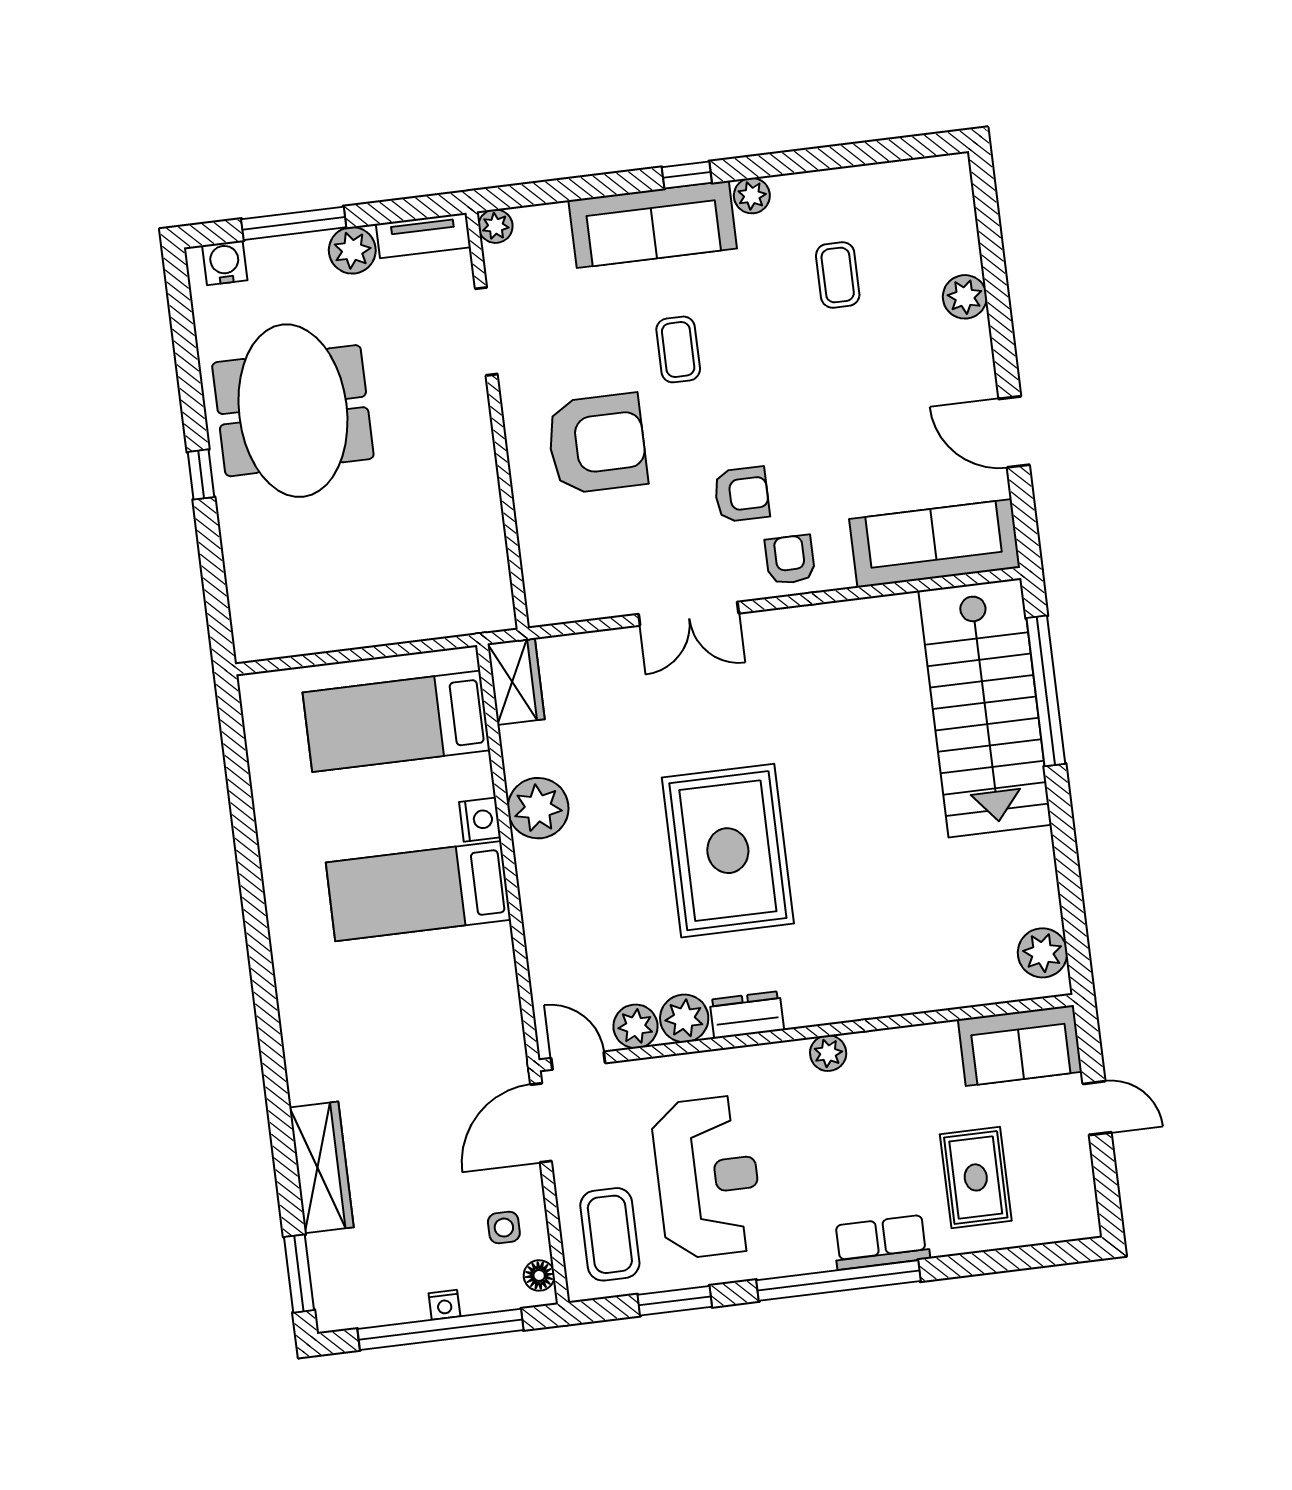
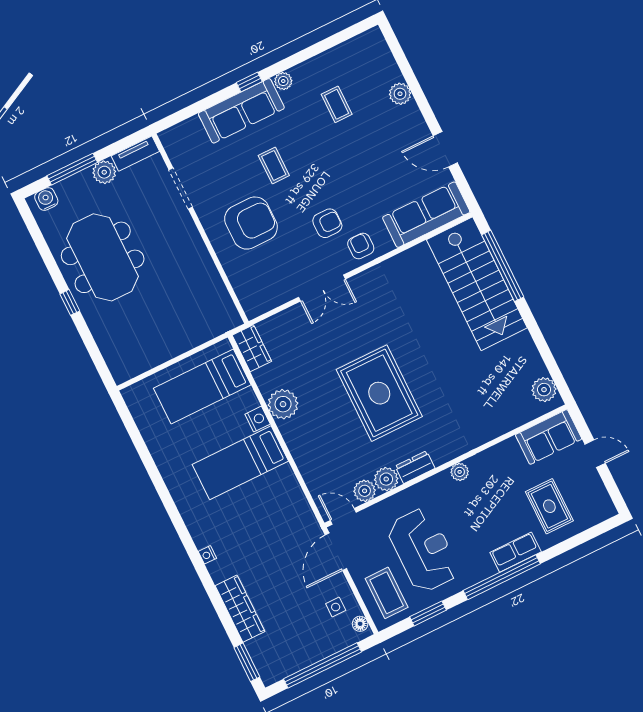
plant: (496, 226) -> (168, 137), removed
nightstand: (444, 1305) -> (207, 555), moved, turned 90

